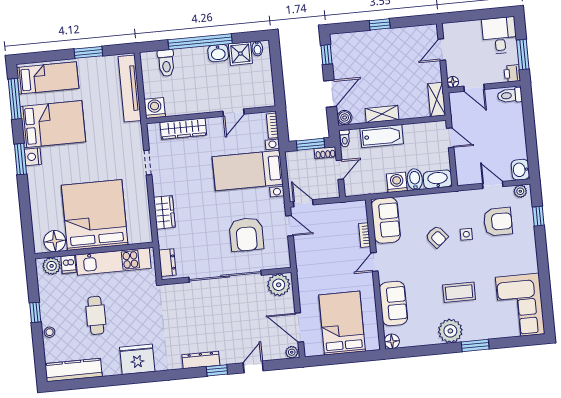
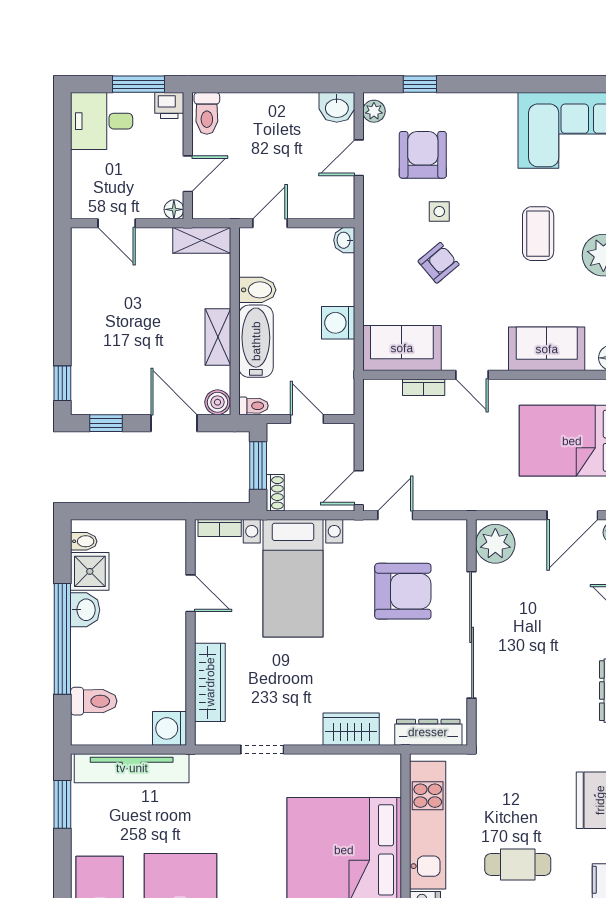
window: (380, 24) -> (62, 383), moved
window: (88, 52) -> (62, 804), moved
shoe rack: (325, 153) -> (275, 493), moved
bidet: (415, 179) -> (257, 290), moved, turned 180
washbasin: (438, 179) -> (344, 240), width x0.52, depth x0.69
dresser: (167, 263) -> (428, 732), width x1.44

